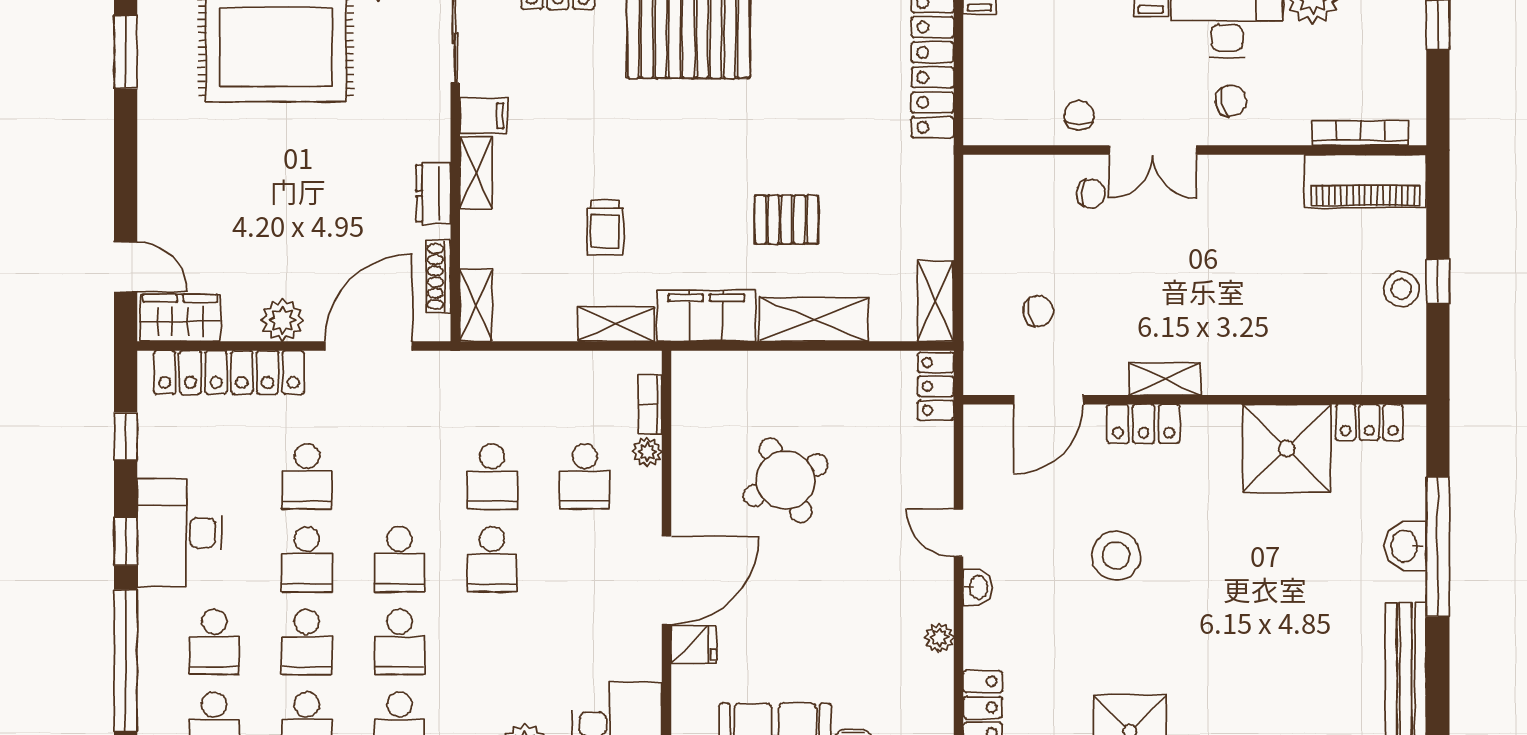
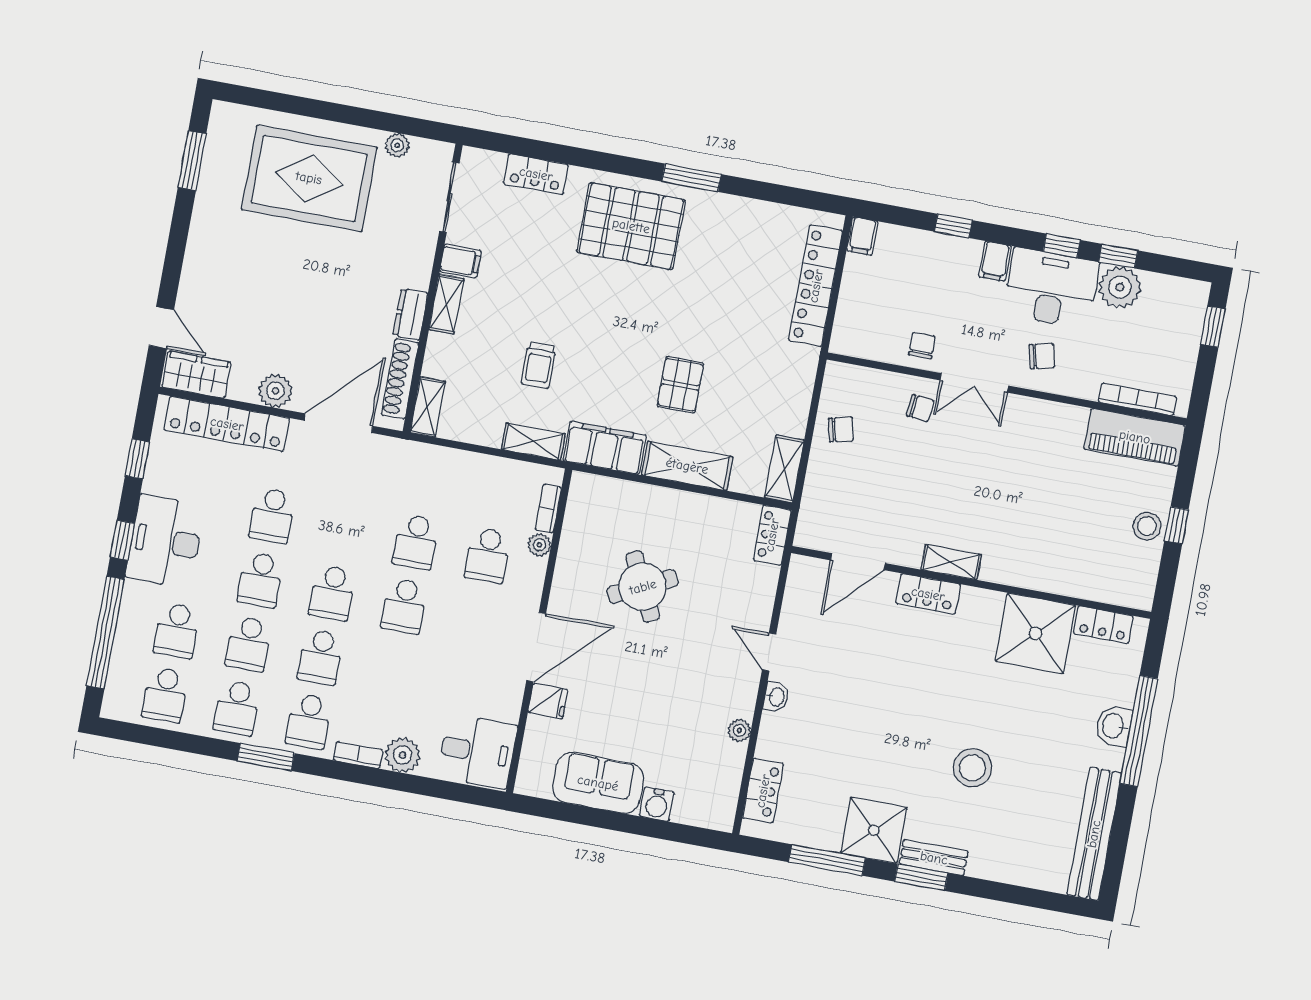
pallet: (786, 219) -> (680, 385), turned 90
shoe rack: (438, 276) -> (400, 379), width x1.36, depth x1.24
chair: (1038, 311) -> (841, 430), moved
stool: (1116, 556) -> (972, 768), moved

